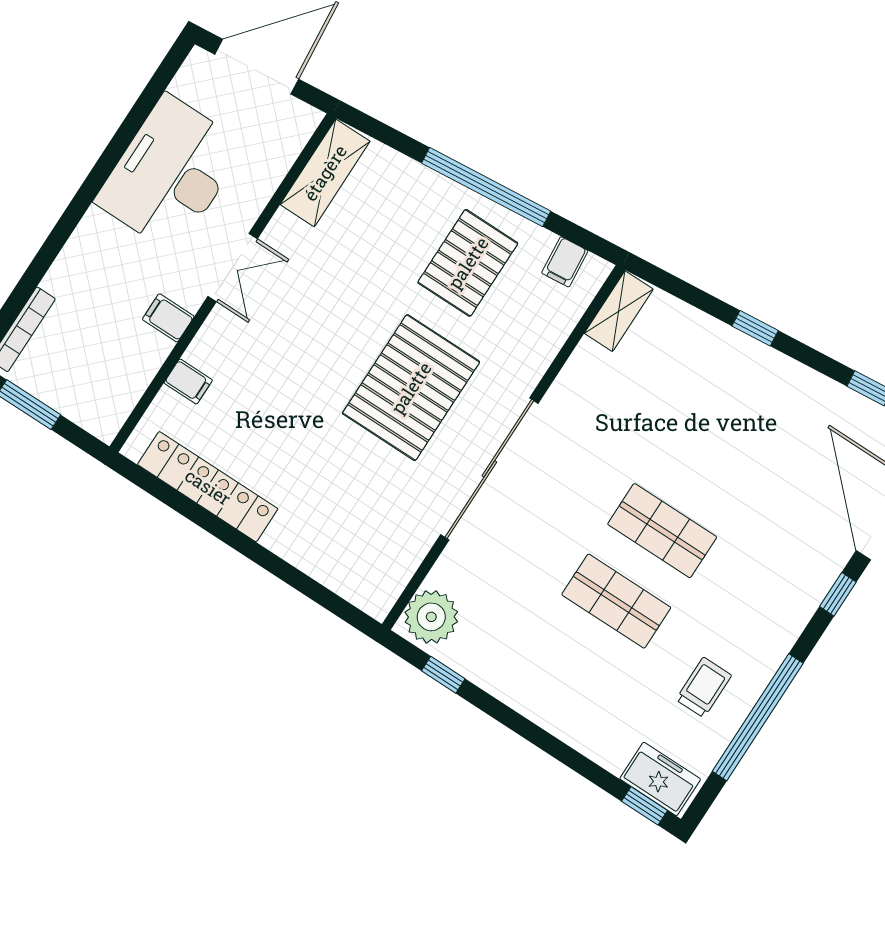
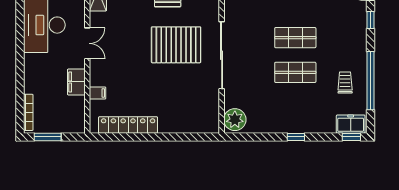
filing cabinet: (168, 318) -> (76, 82), width x2.00
pallet: (411, 388) -> (176, 45), turned 90
window: (443, 675) -> (296, 137), moved

